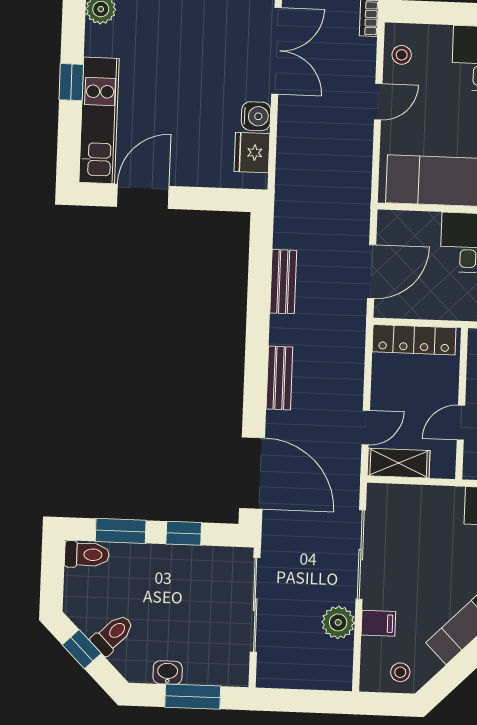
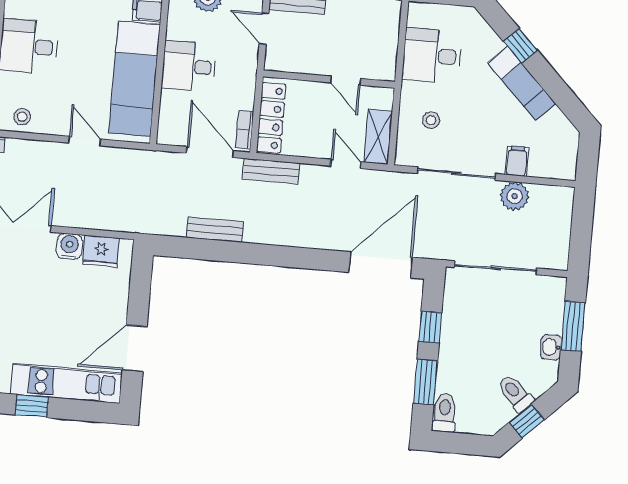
door: (378, 102) -> (85, 141), moved
door: (143, 196) -> (135, 348), hinge flipped
bookcase: (399, 310) -> (245, 129), added
bench: (279, 378) -> (271, 171), moved
stool: (400, 672) -> (431, 120), moved

